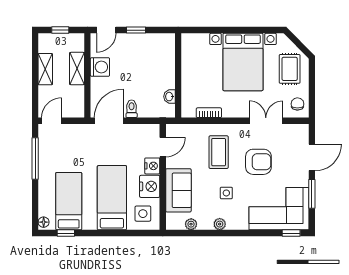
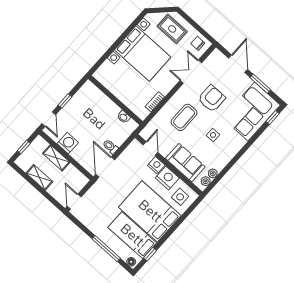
coffee table: (219, 152) -> (184, 117), turned 90
window: (35, 159) -> (106, 248), moved
bed: (112, 198) -> (150, 211), width x1.50
plant: (220, 224) -> (206, 181), moved

